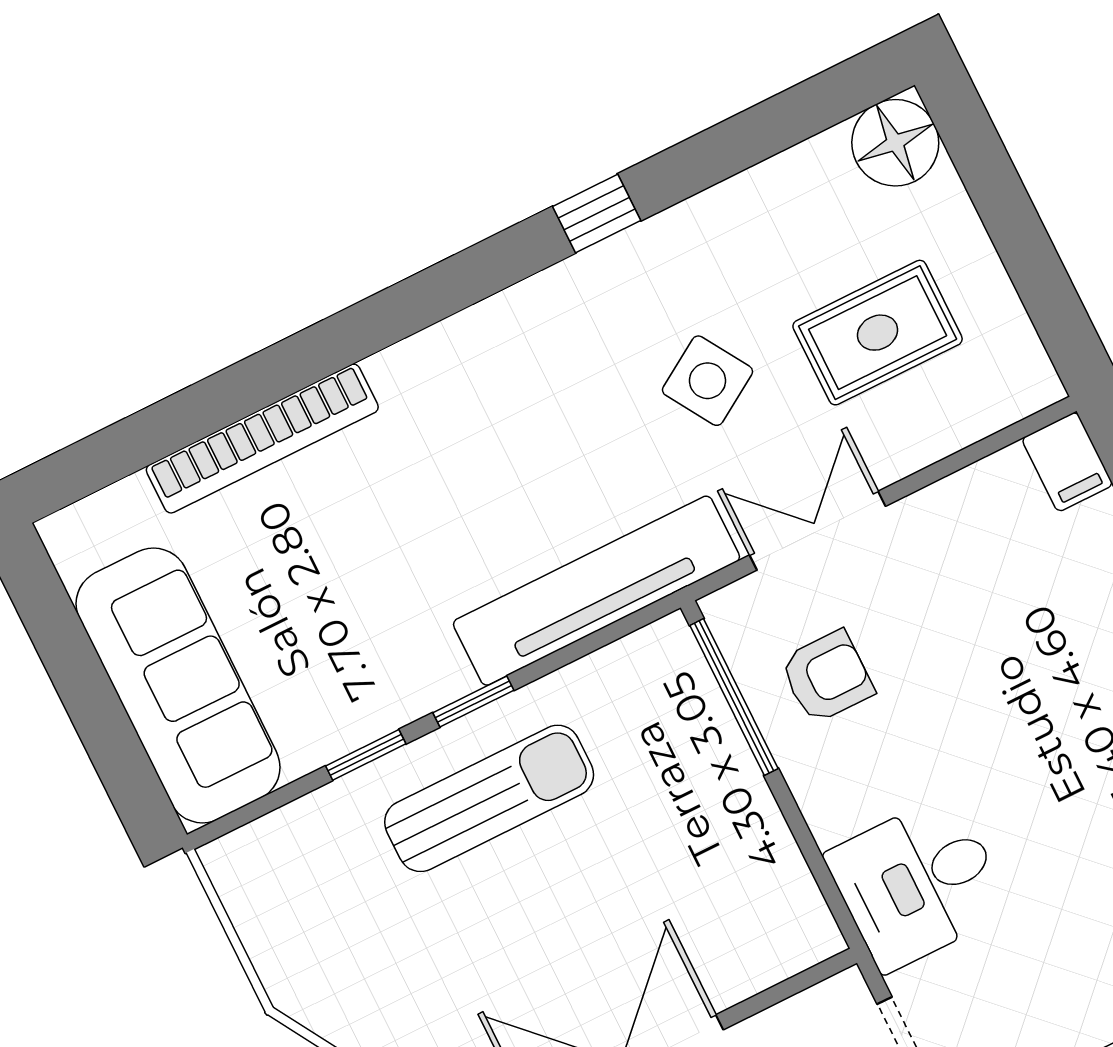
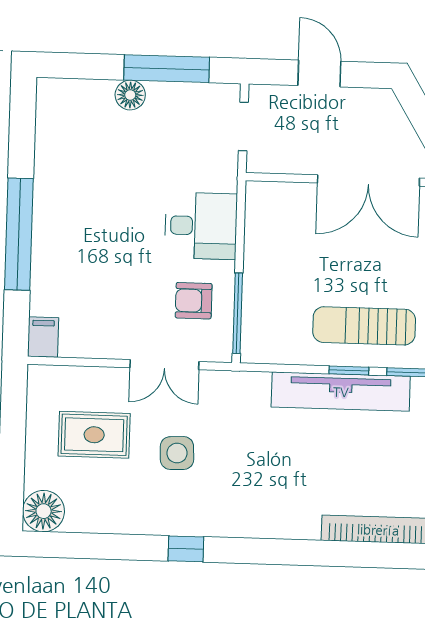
side table: (707, 381) -> (177, 453), turned 30
tv unit: (597, 591) -> (341, 392), moved
desk: (918, 883) -> (201, 226), moved

